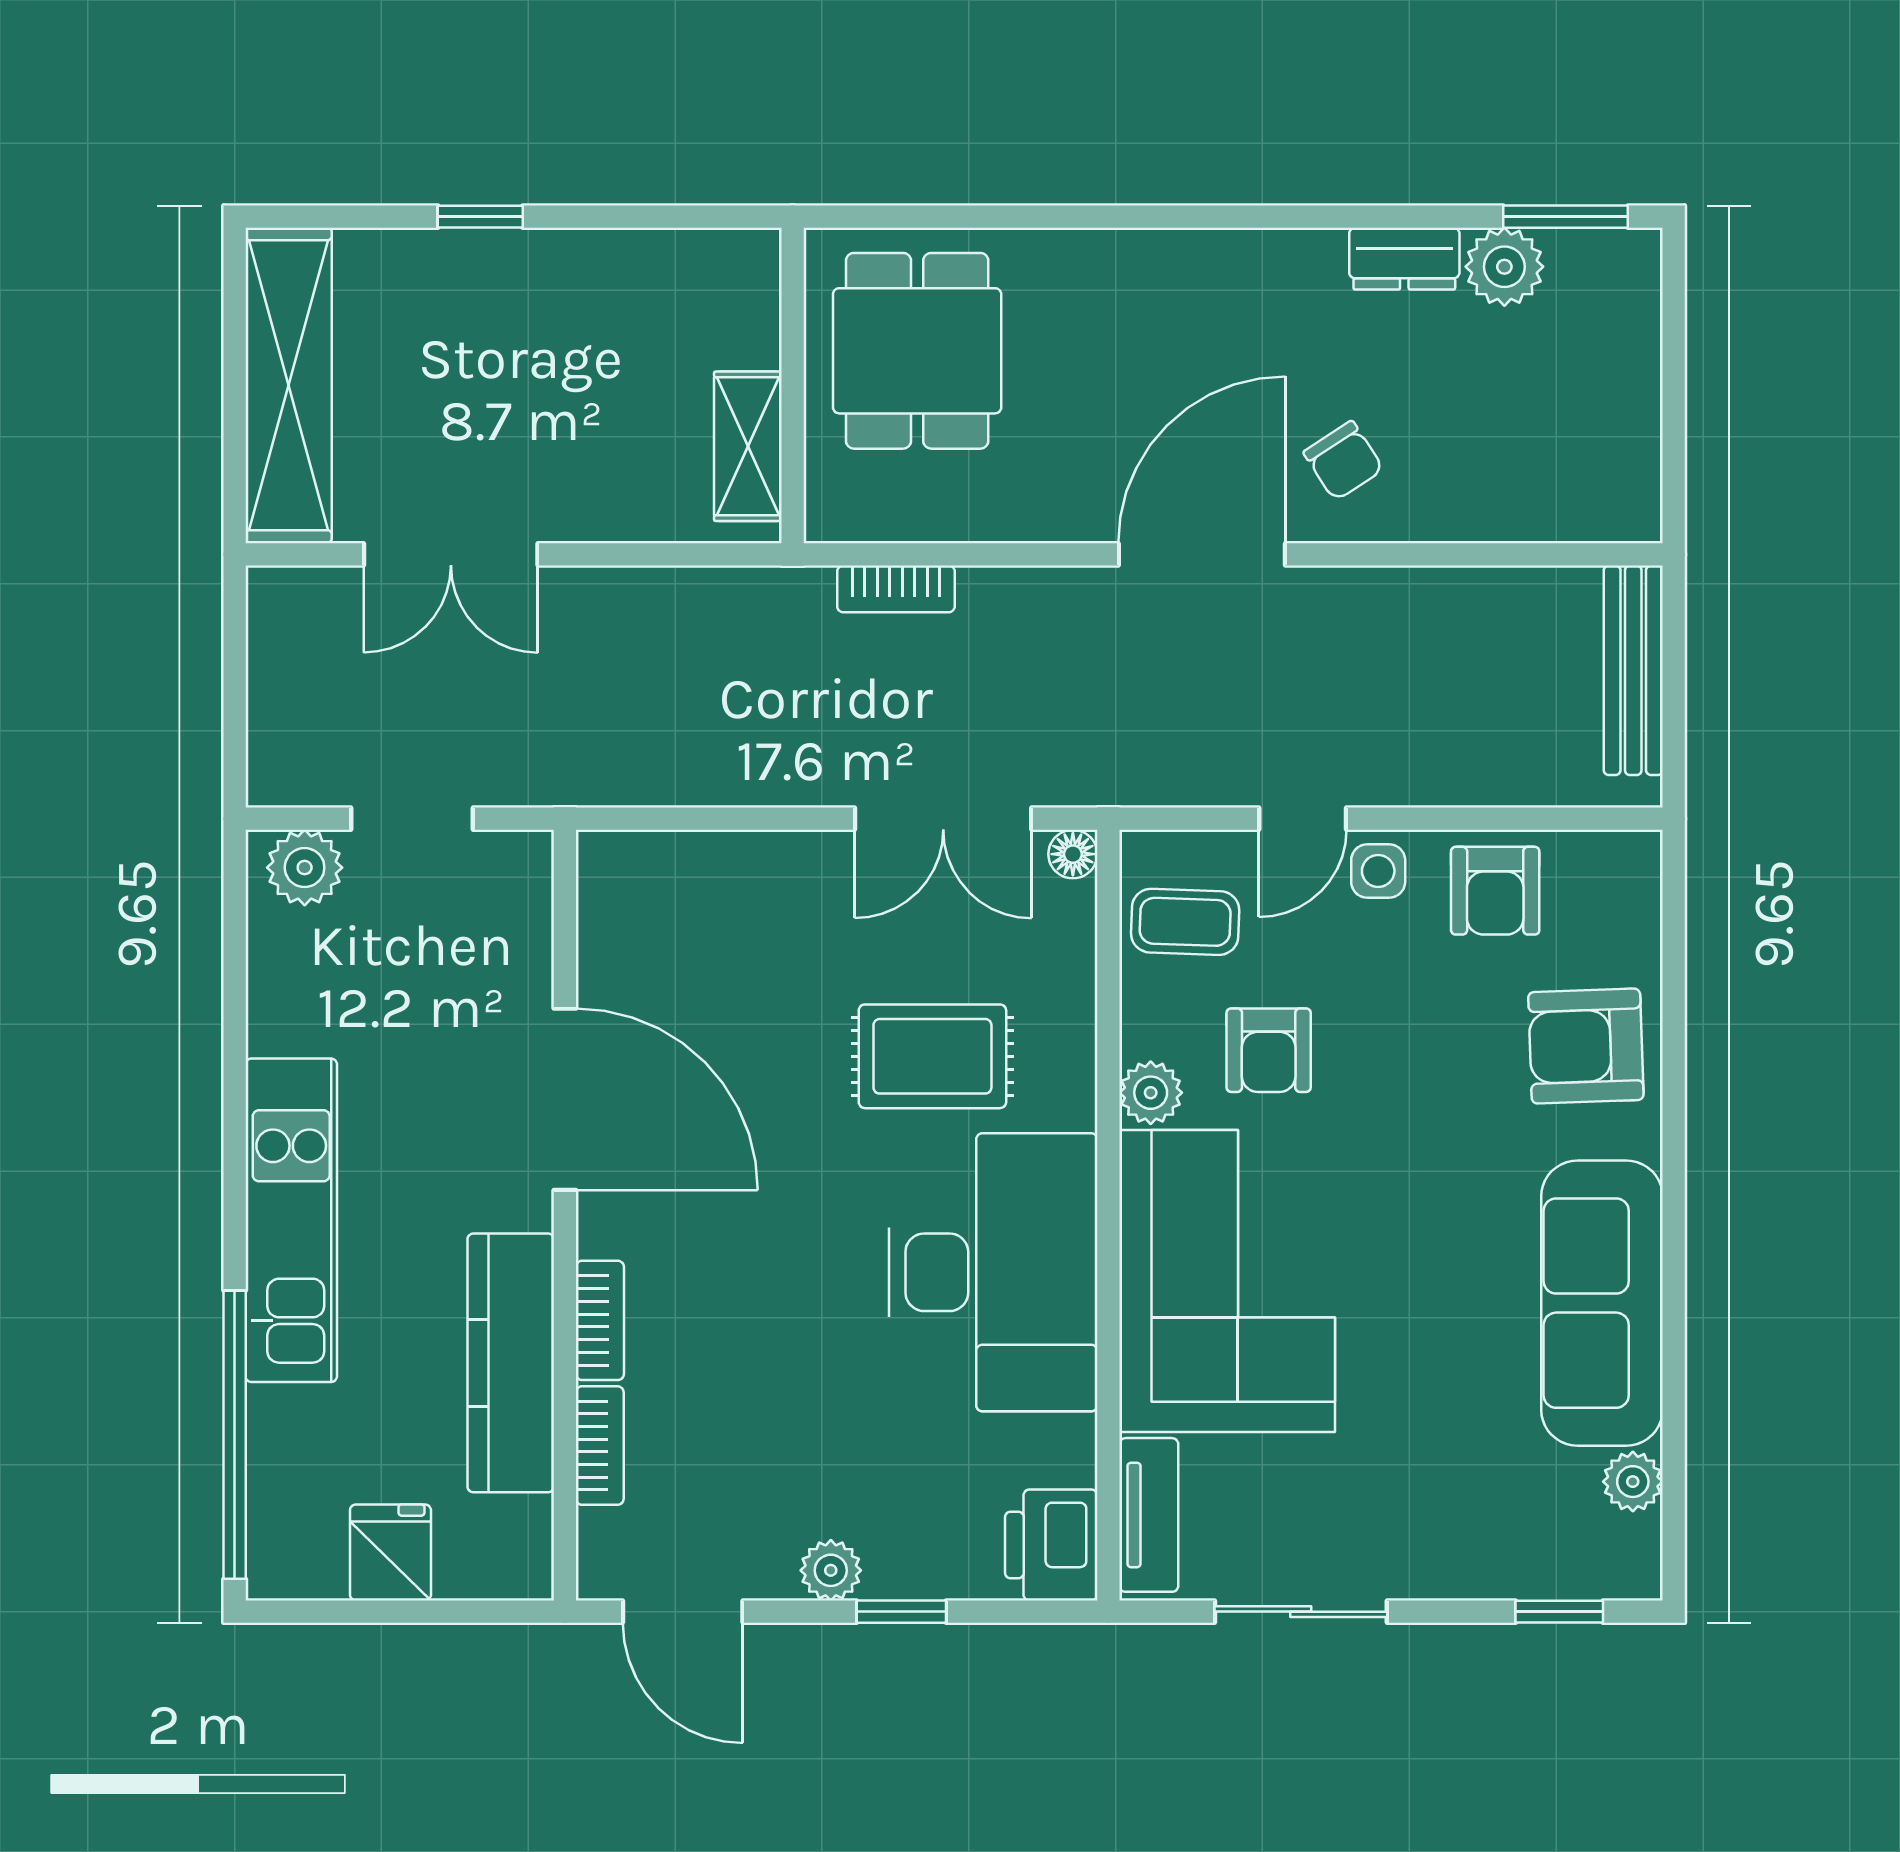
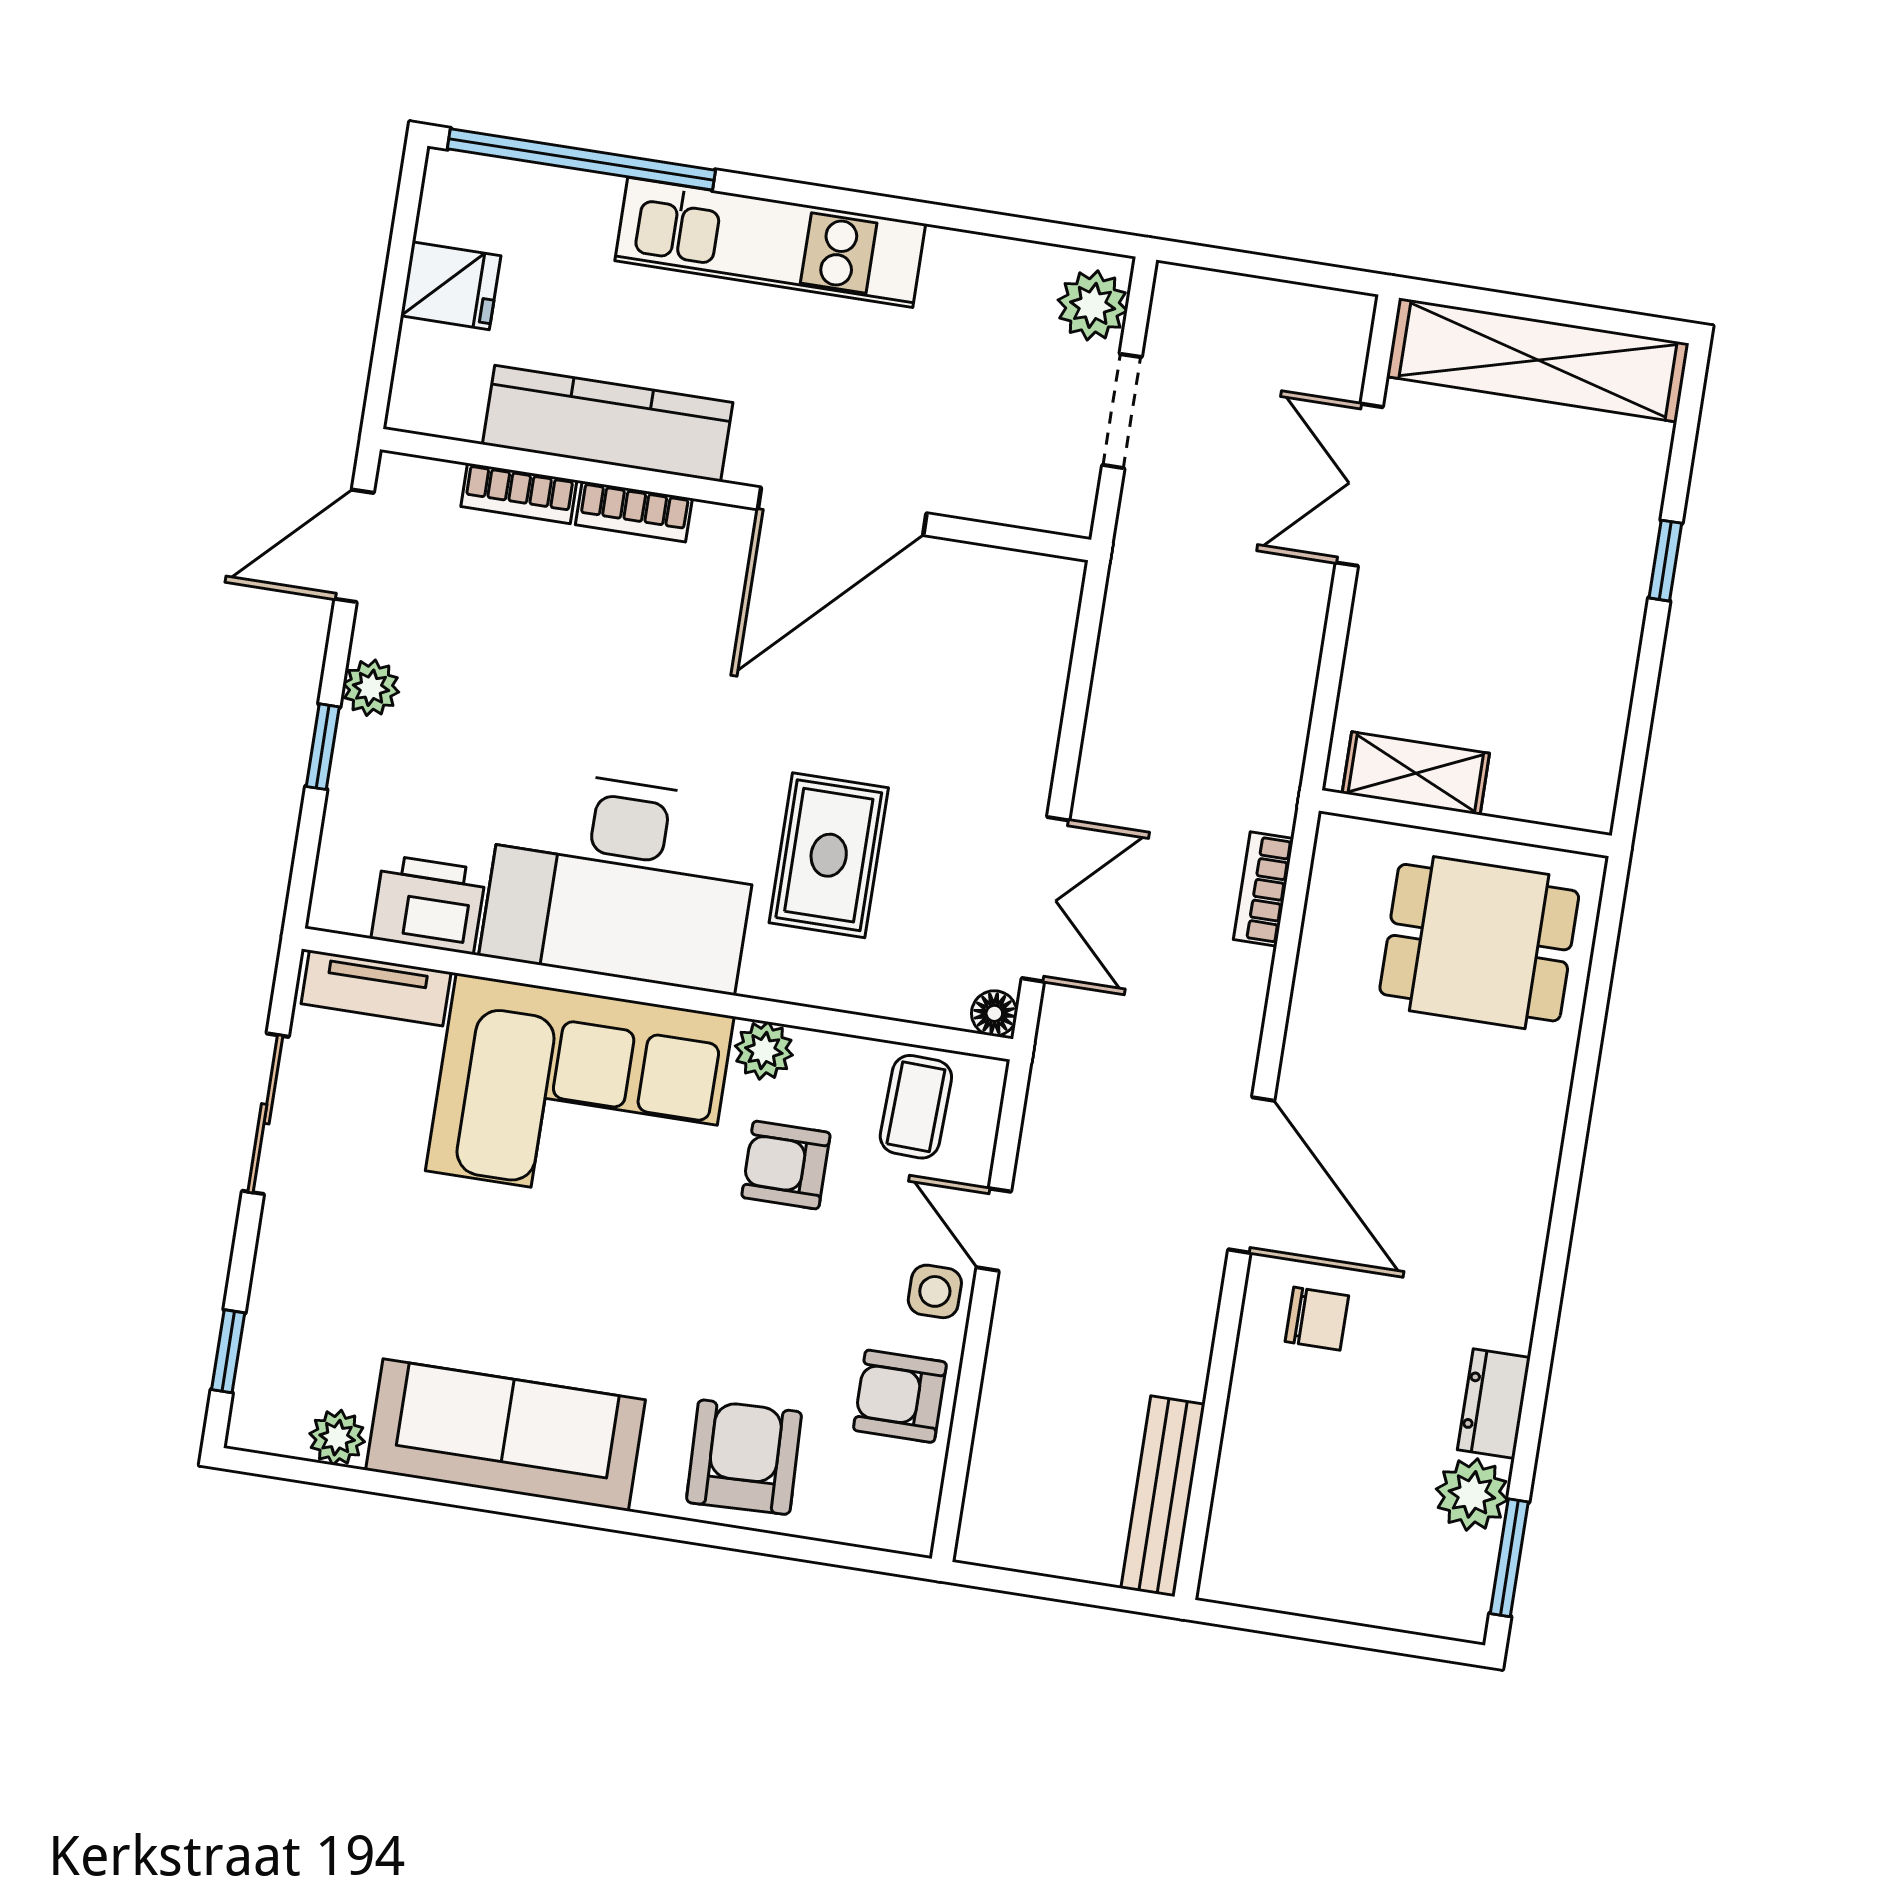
chair: (1343, 461) -> (1317, 1319), turned -147
bench: (1633, 670) -> (1163, 1496), moved, turned 90
double door: (943, 819) -> (1045, 899), swing flipped
printer: (1051, 1545) -> (429, 904), moved

